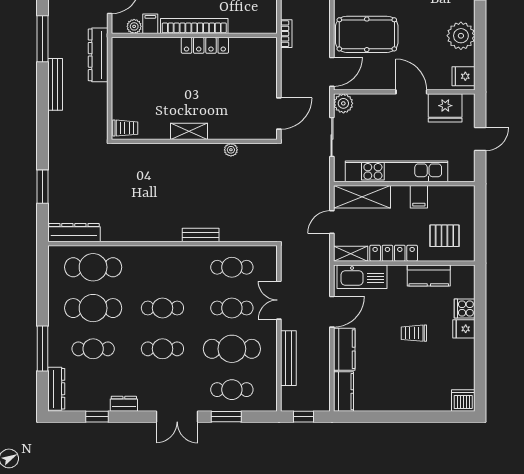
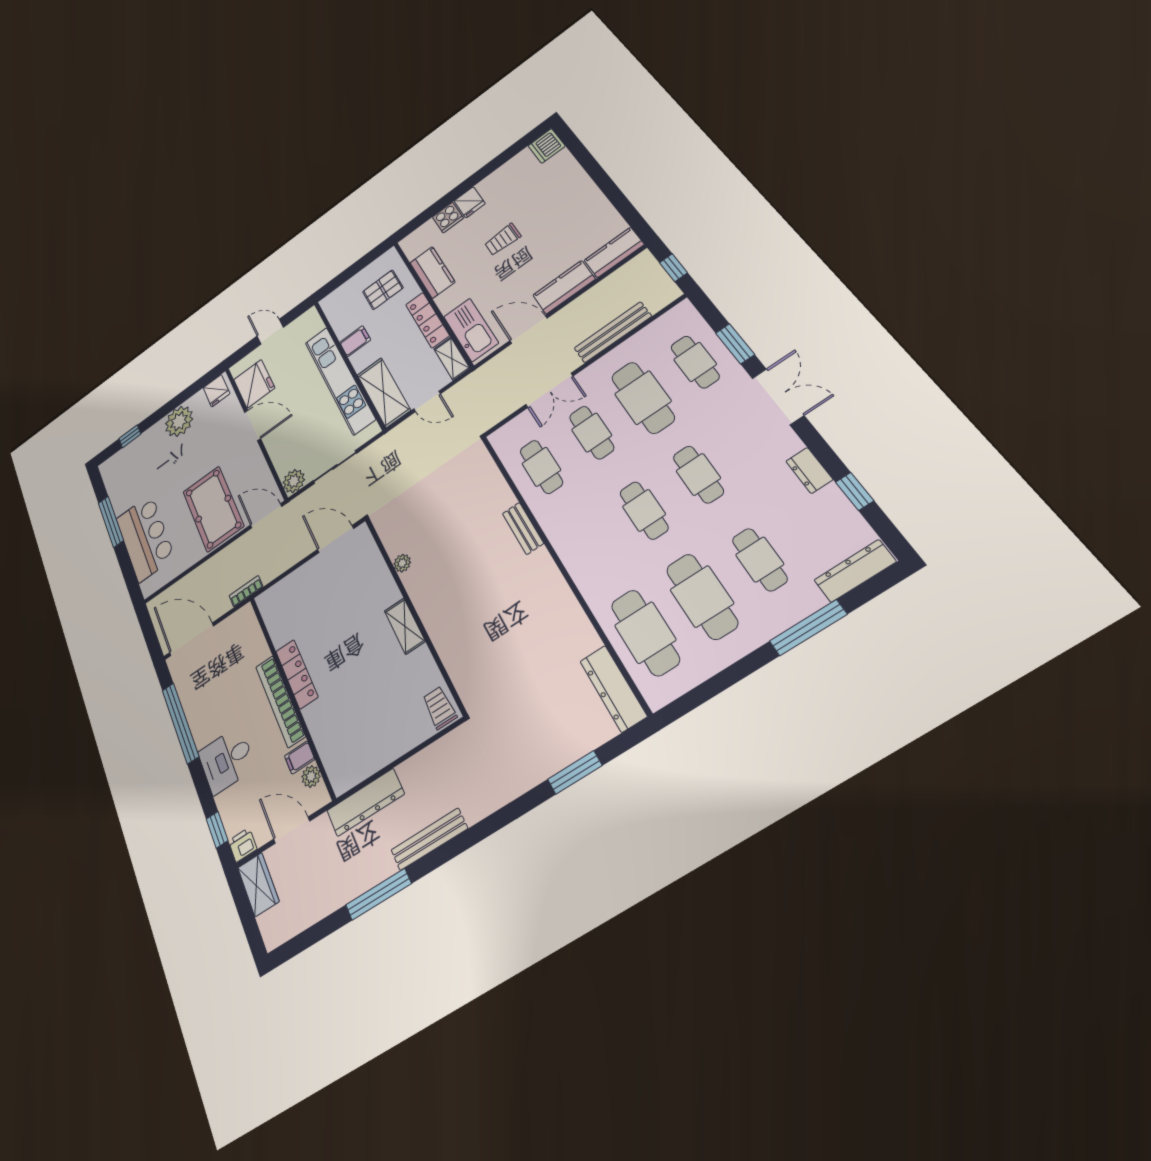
door: (411, 92) -> (252, 425), swing flipped
pallet: (444, 236) -> (383, 290), turned 90
trolley: (414, 333) -> (503, 239), turned 90

